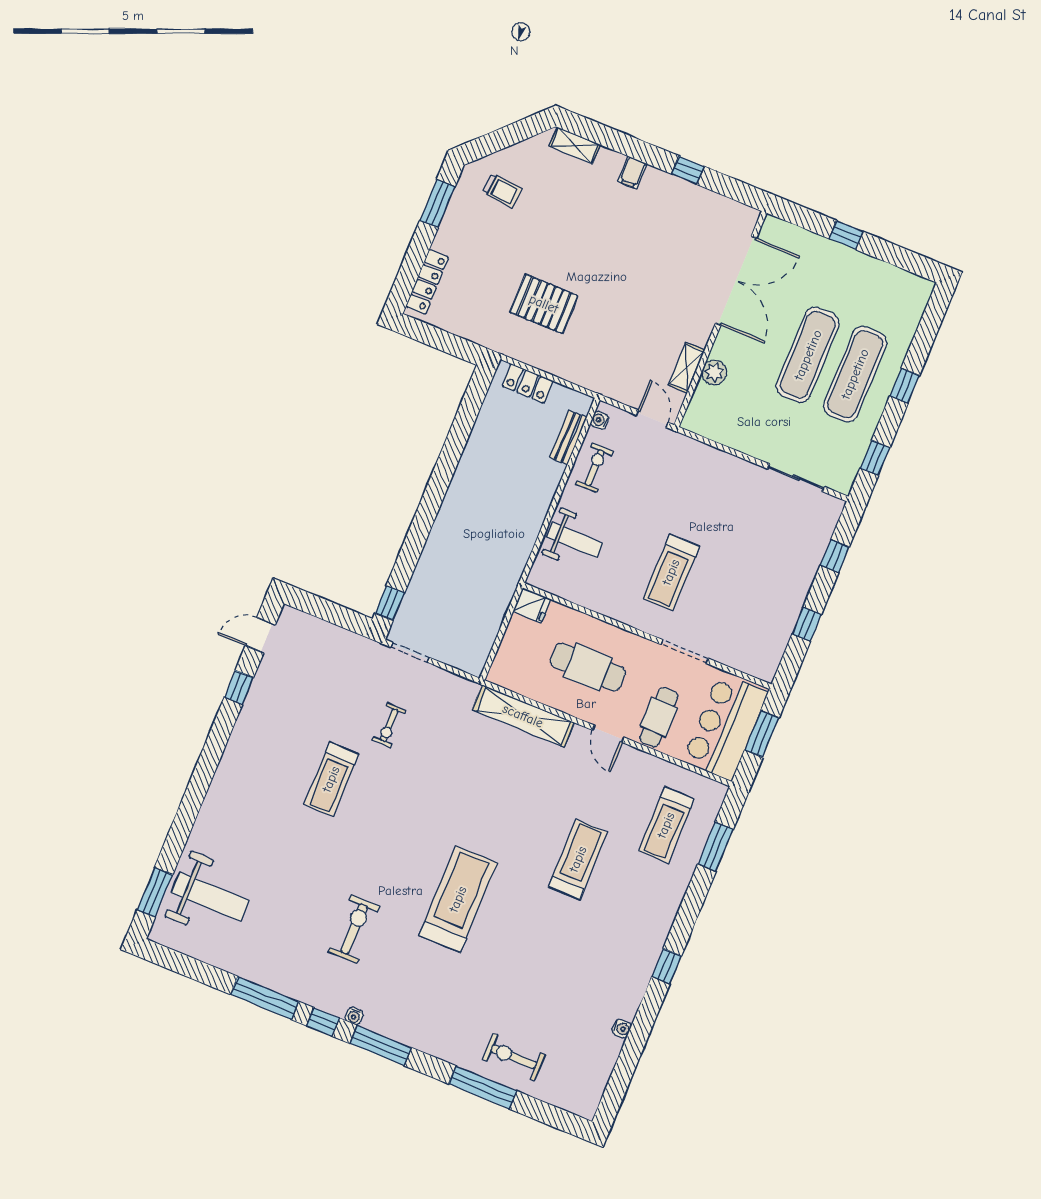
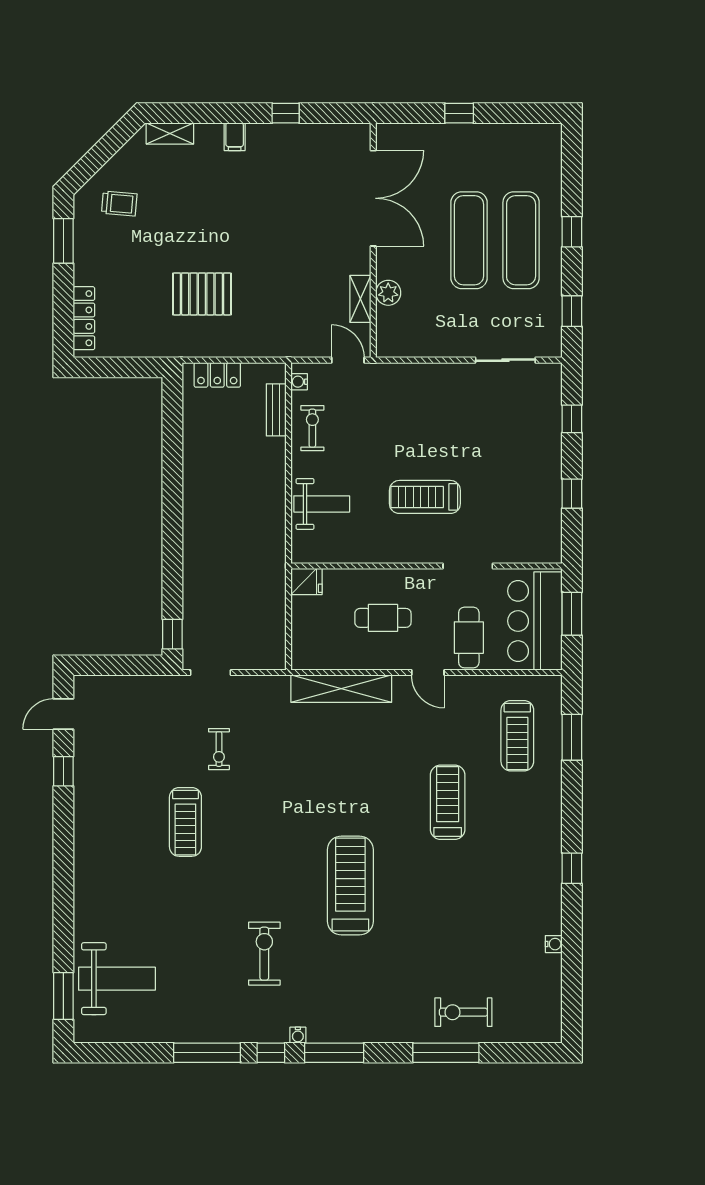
treadmill: (671, 572) -> (425, 497), turned 90
cafe table: (588, 667) -> (383, 618), width x0.73, depth x0.74

